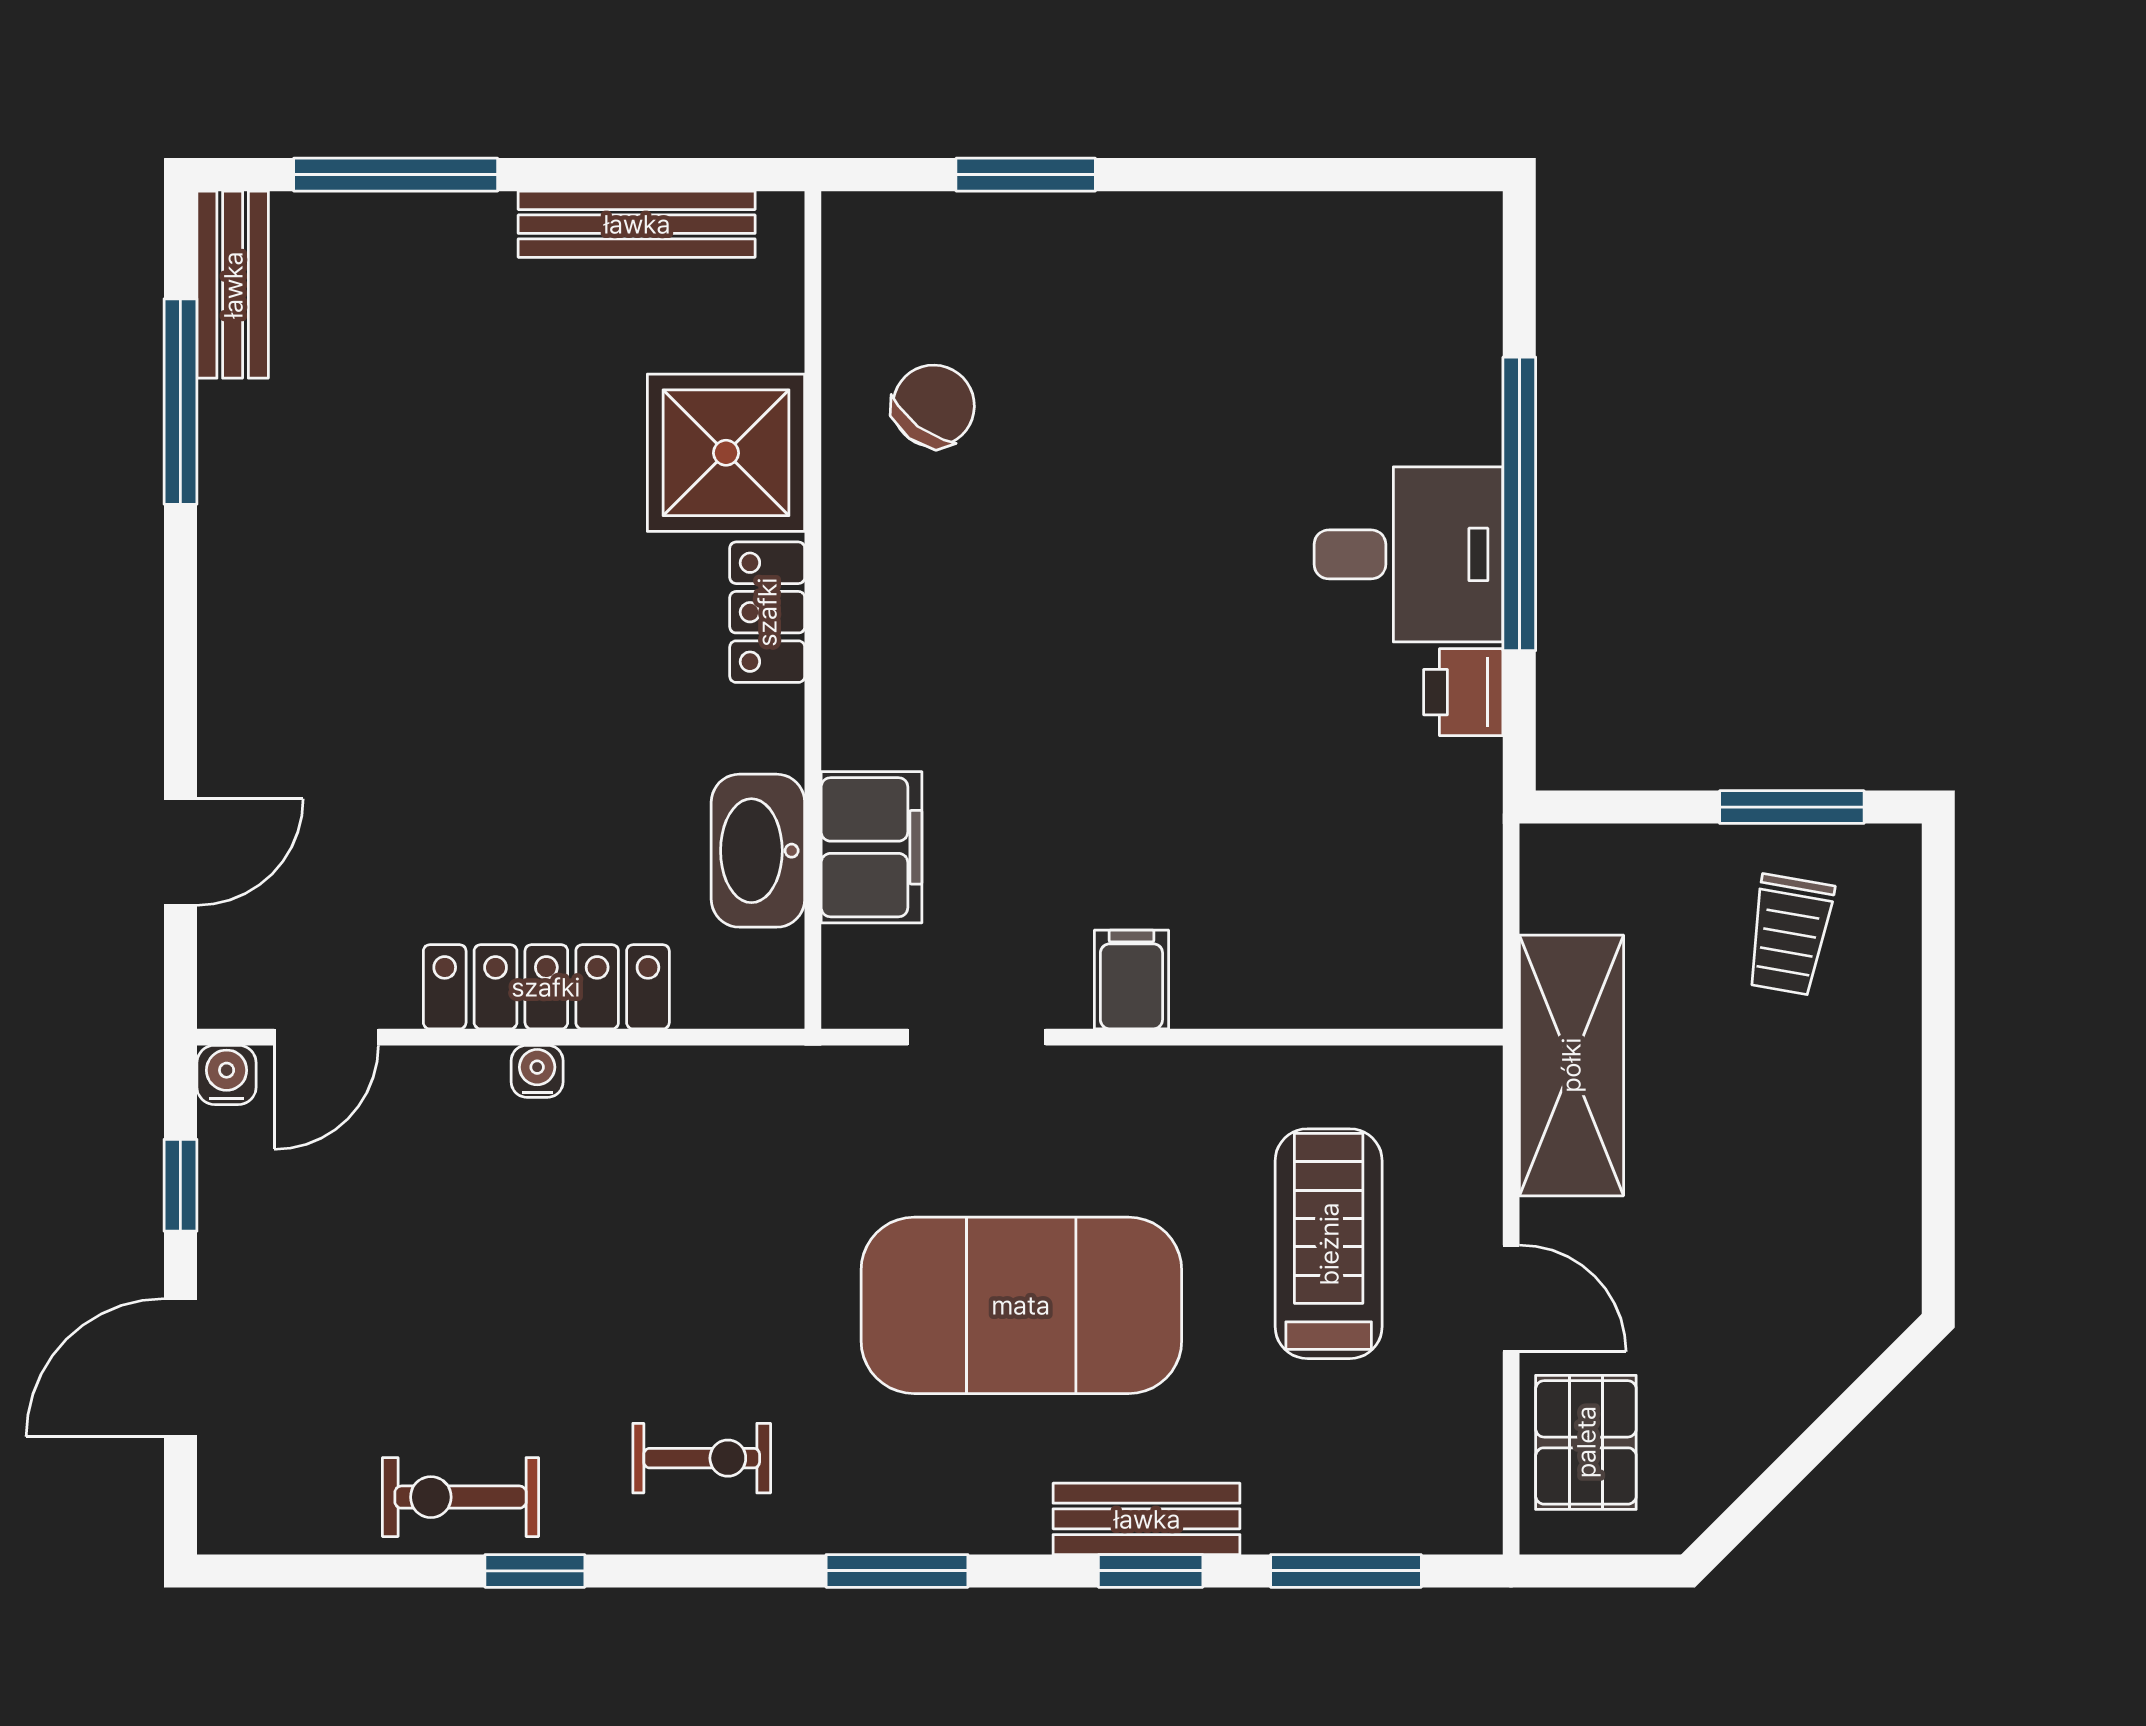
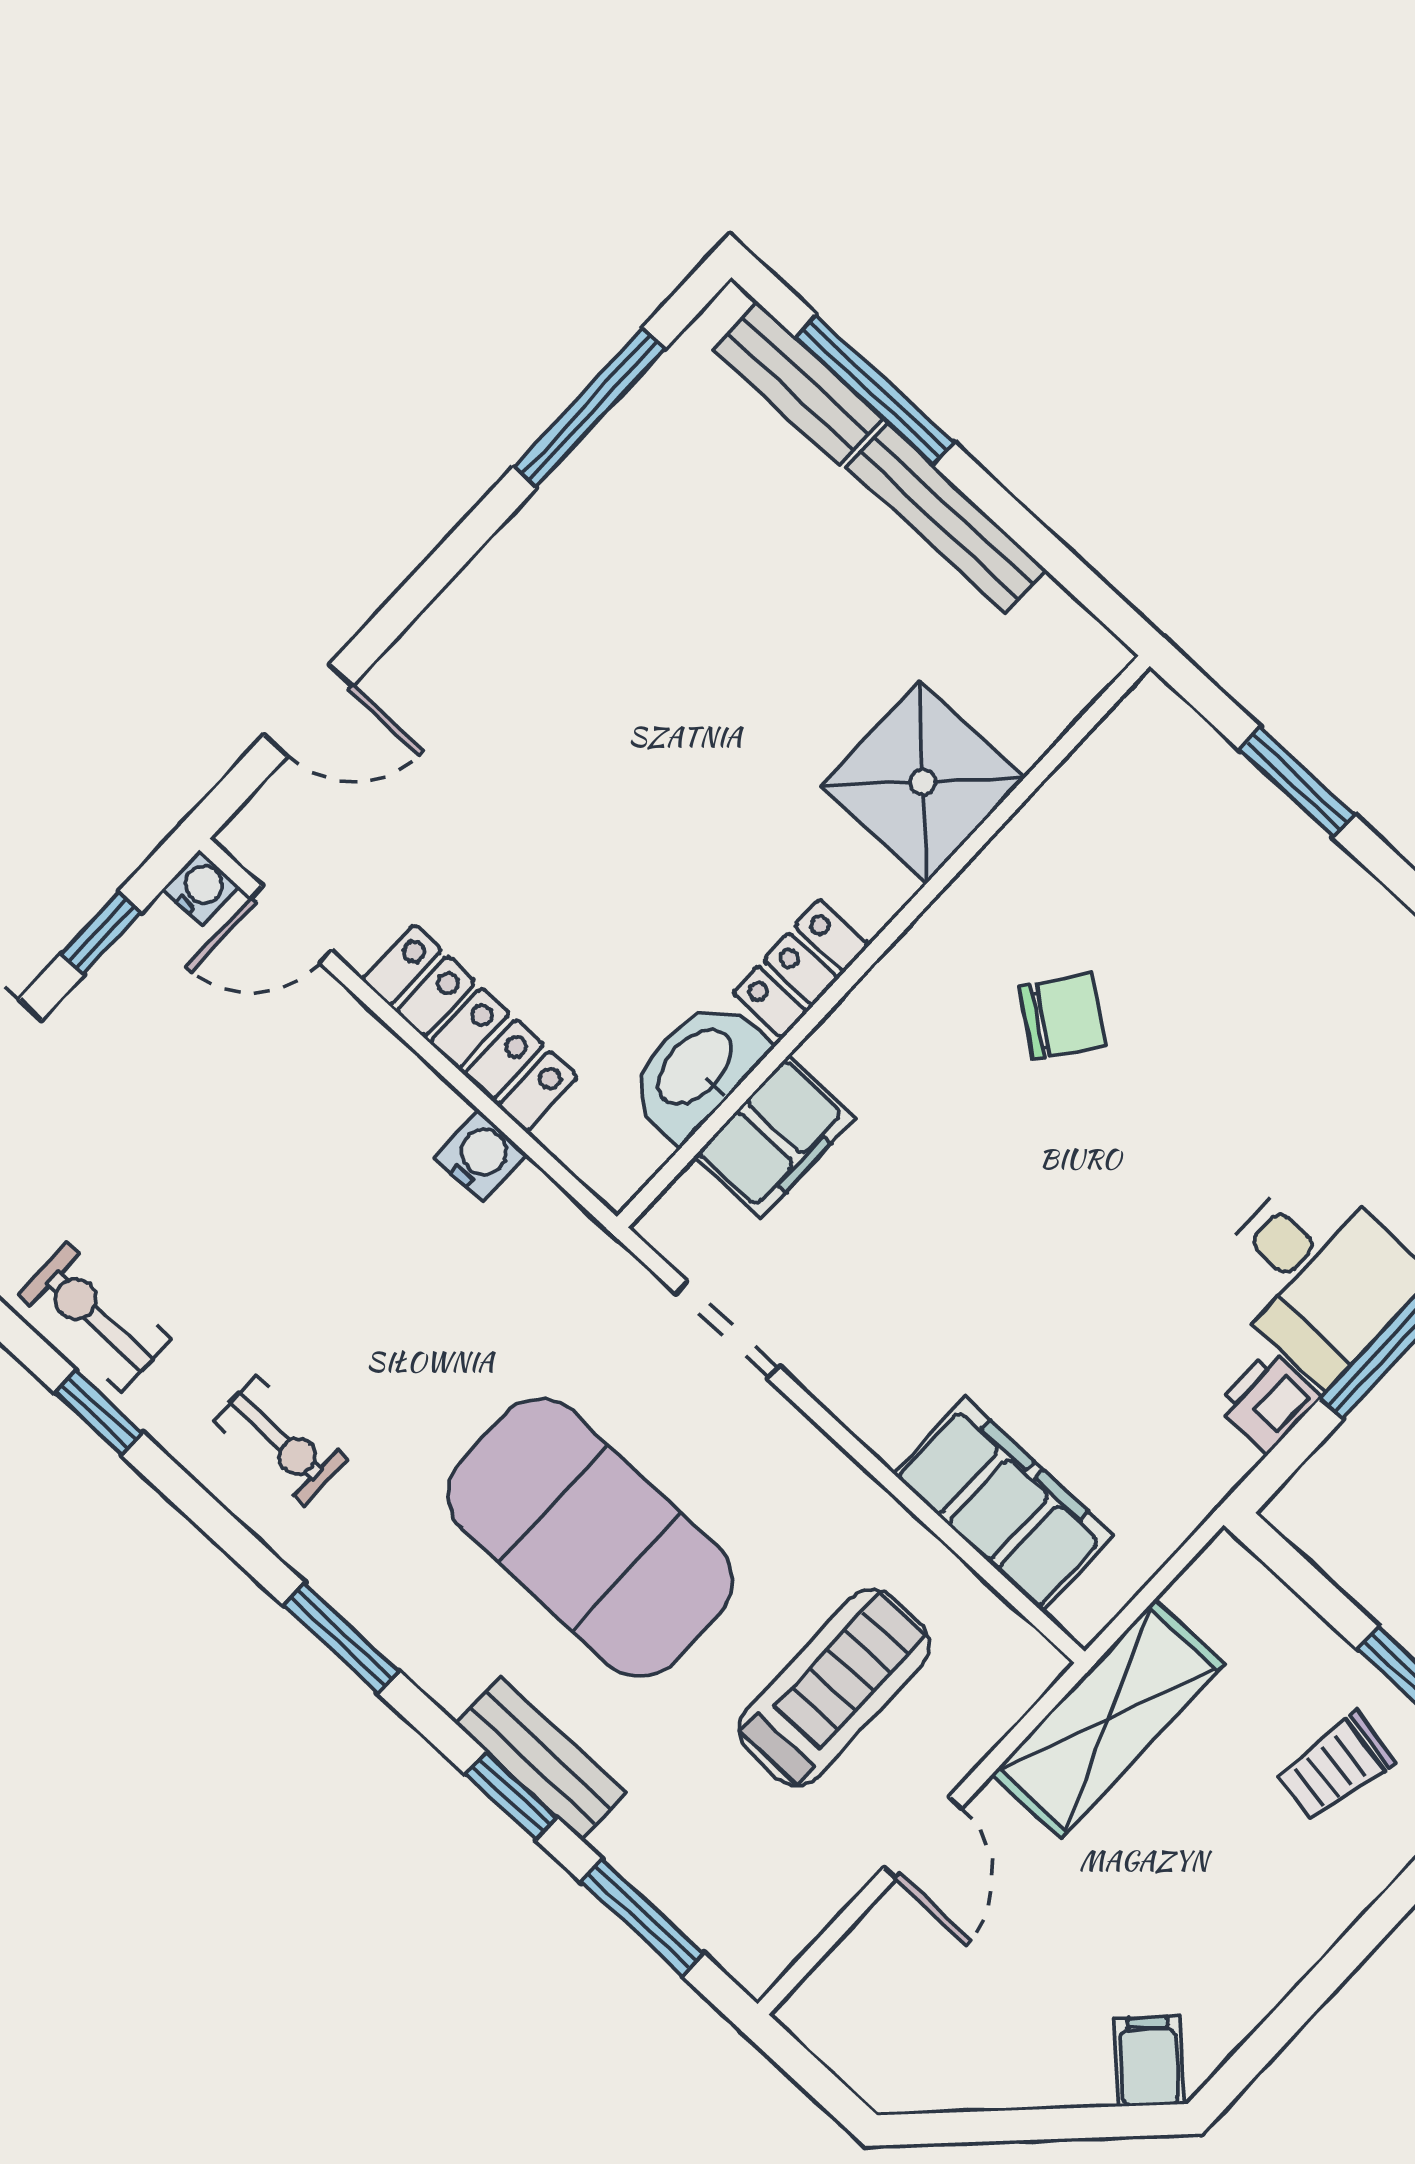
bench: (637, 224) -> (946, 518), moved
bench: (233, 285) -> (798, 384), moved, turned 90
chair: (934, 406) -> (1062, 1016), moved
locker: (767, 612) -> (801, 969), moved
filing cabinet: (1131, 979) -> (1003, 1504), moved, width x3.00, depth x1.17
water cooler: (537, 1071) -> (480, 1156), moved, width x1.38, depth x1.38
filing cabinet: (1859, 1309) -> (1149, 2061), added
pallet: (1586, 1442) -> (883, 1981), removed

